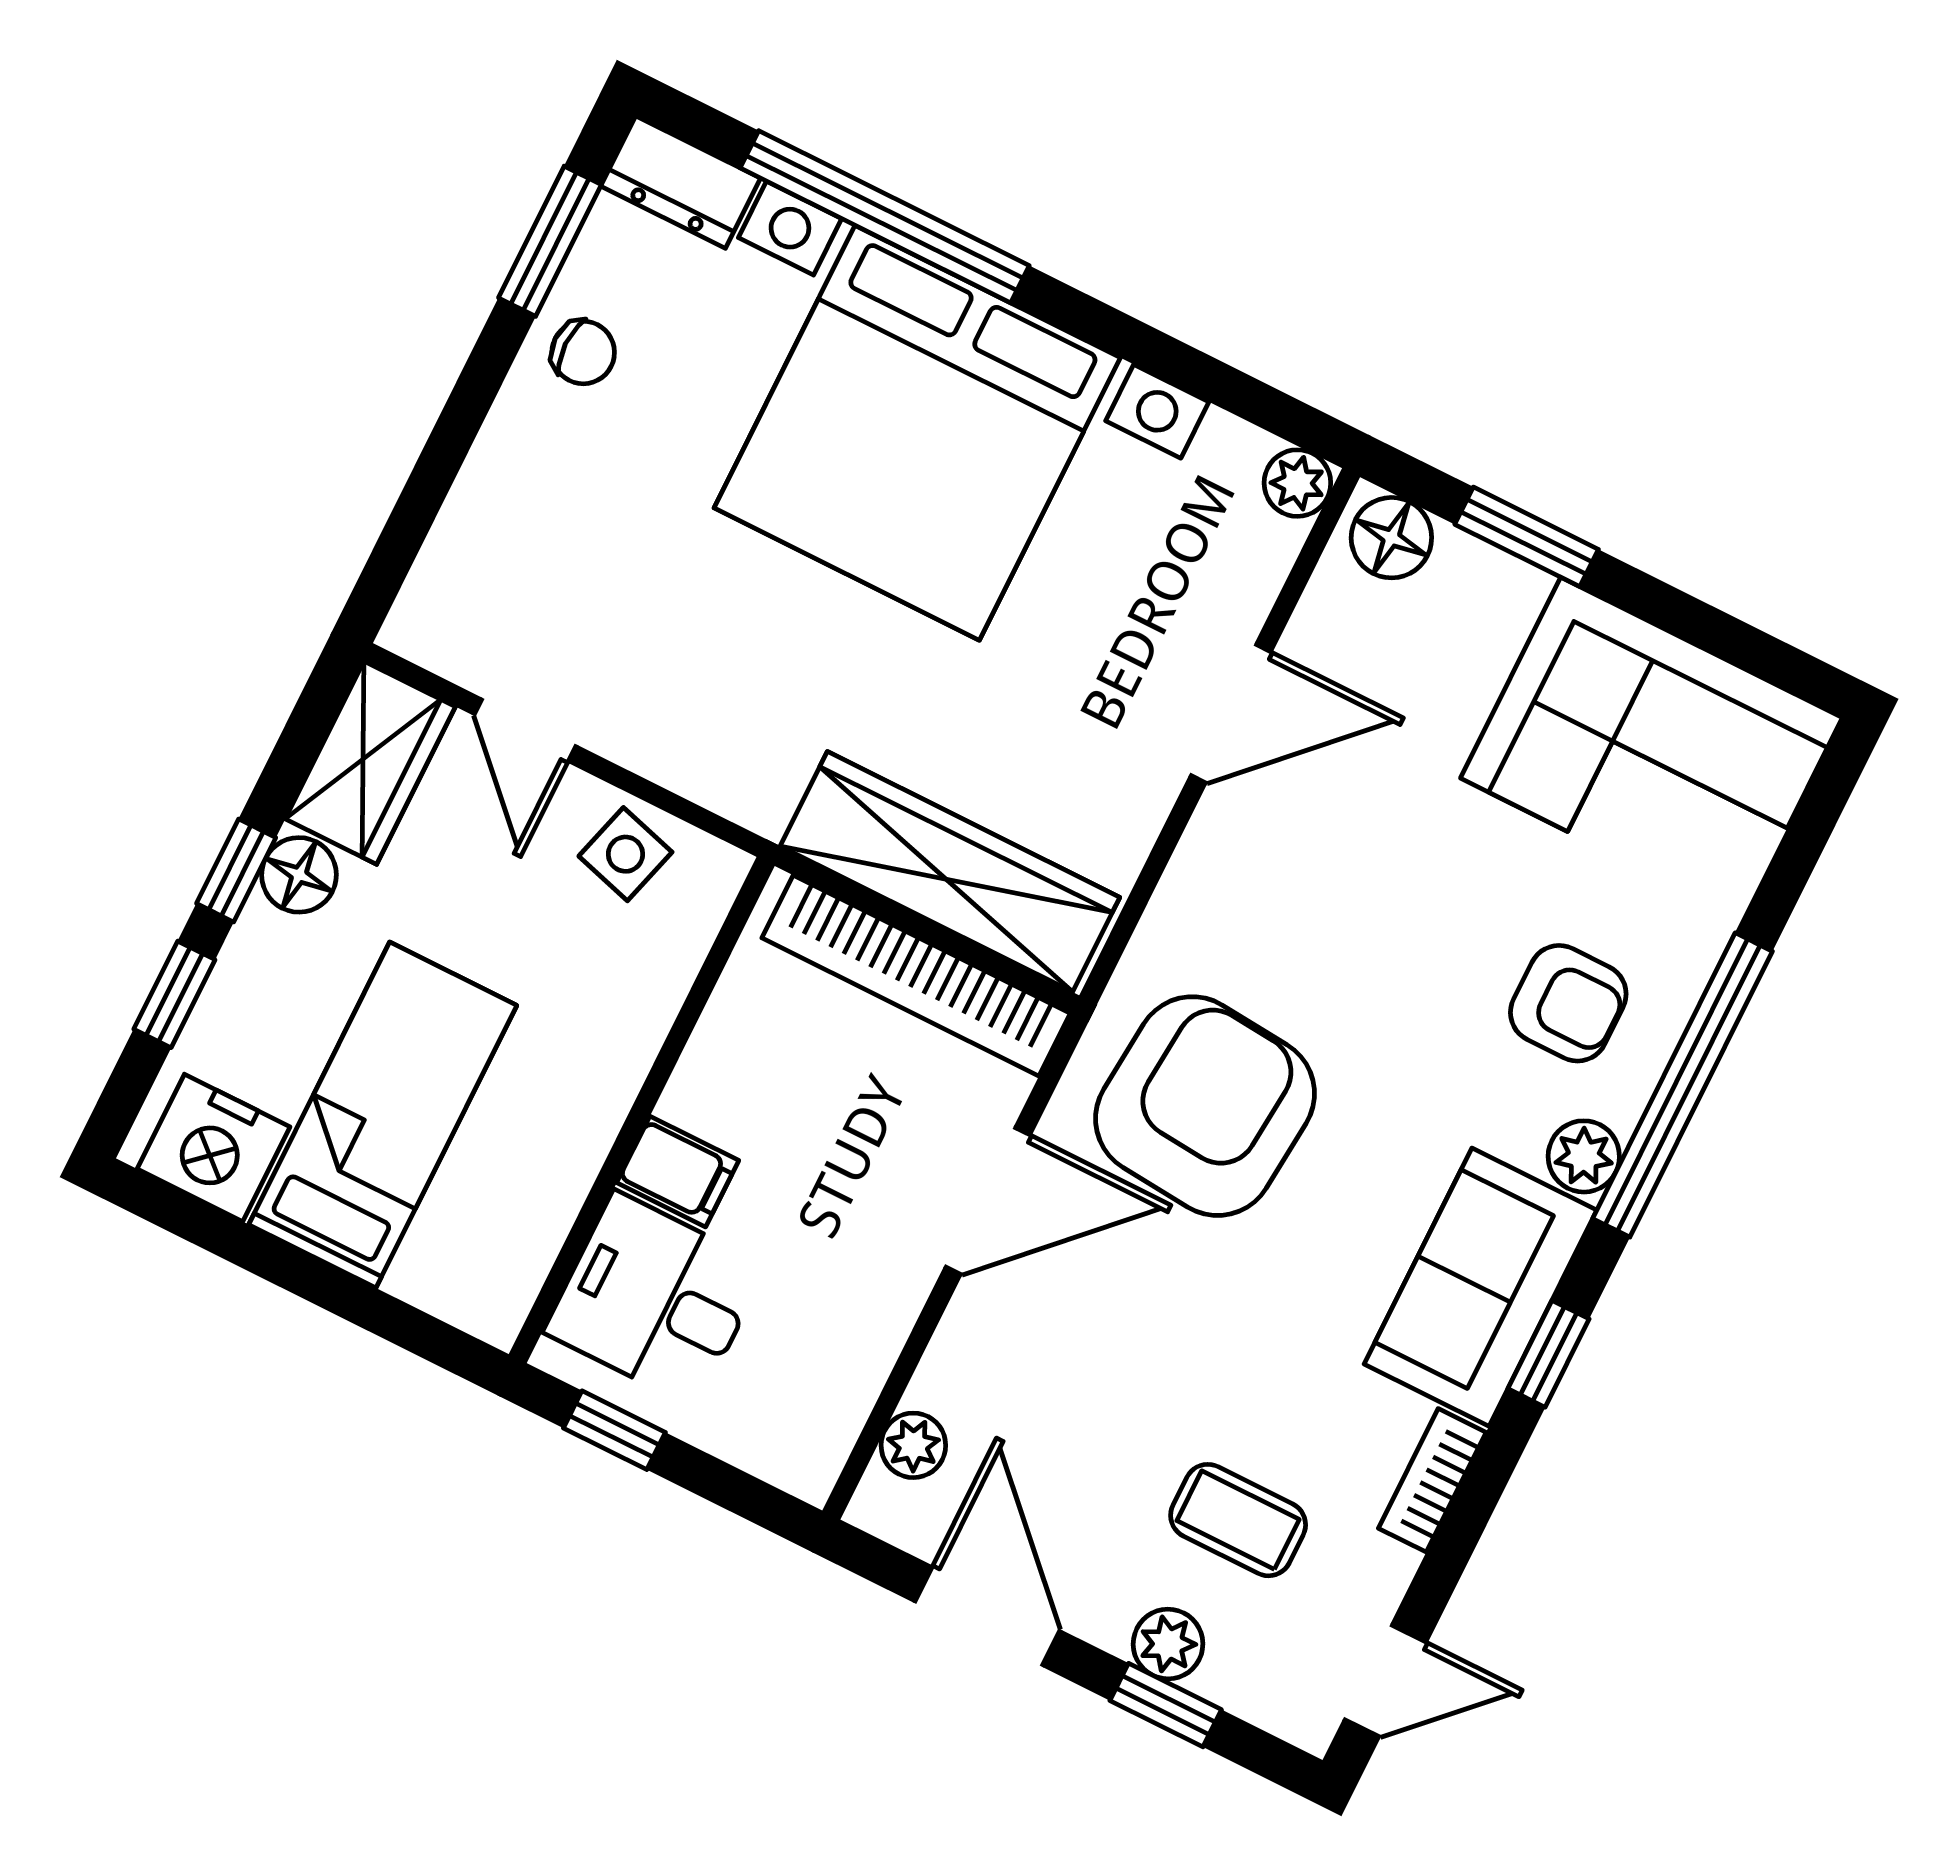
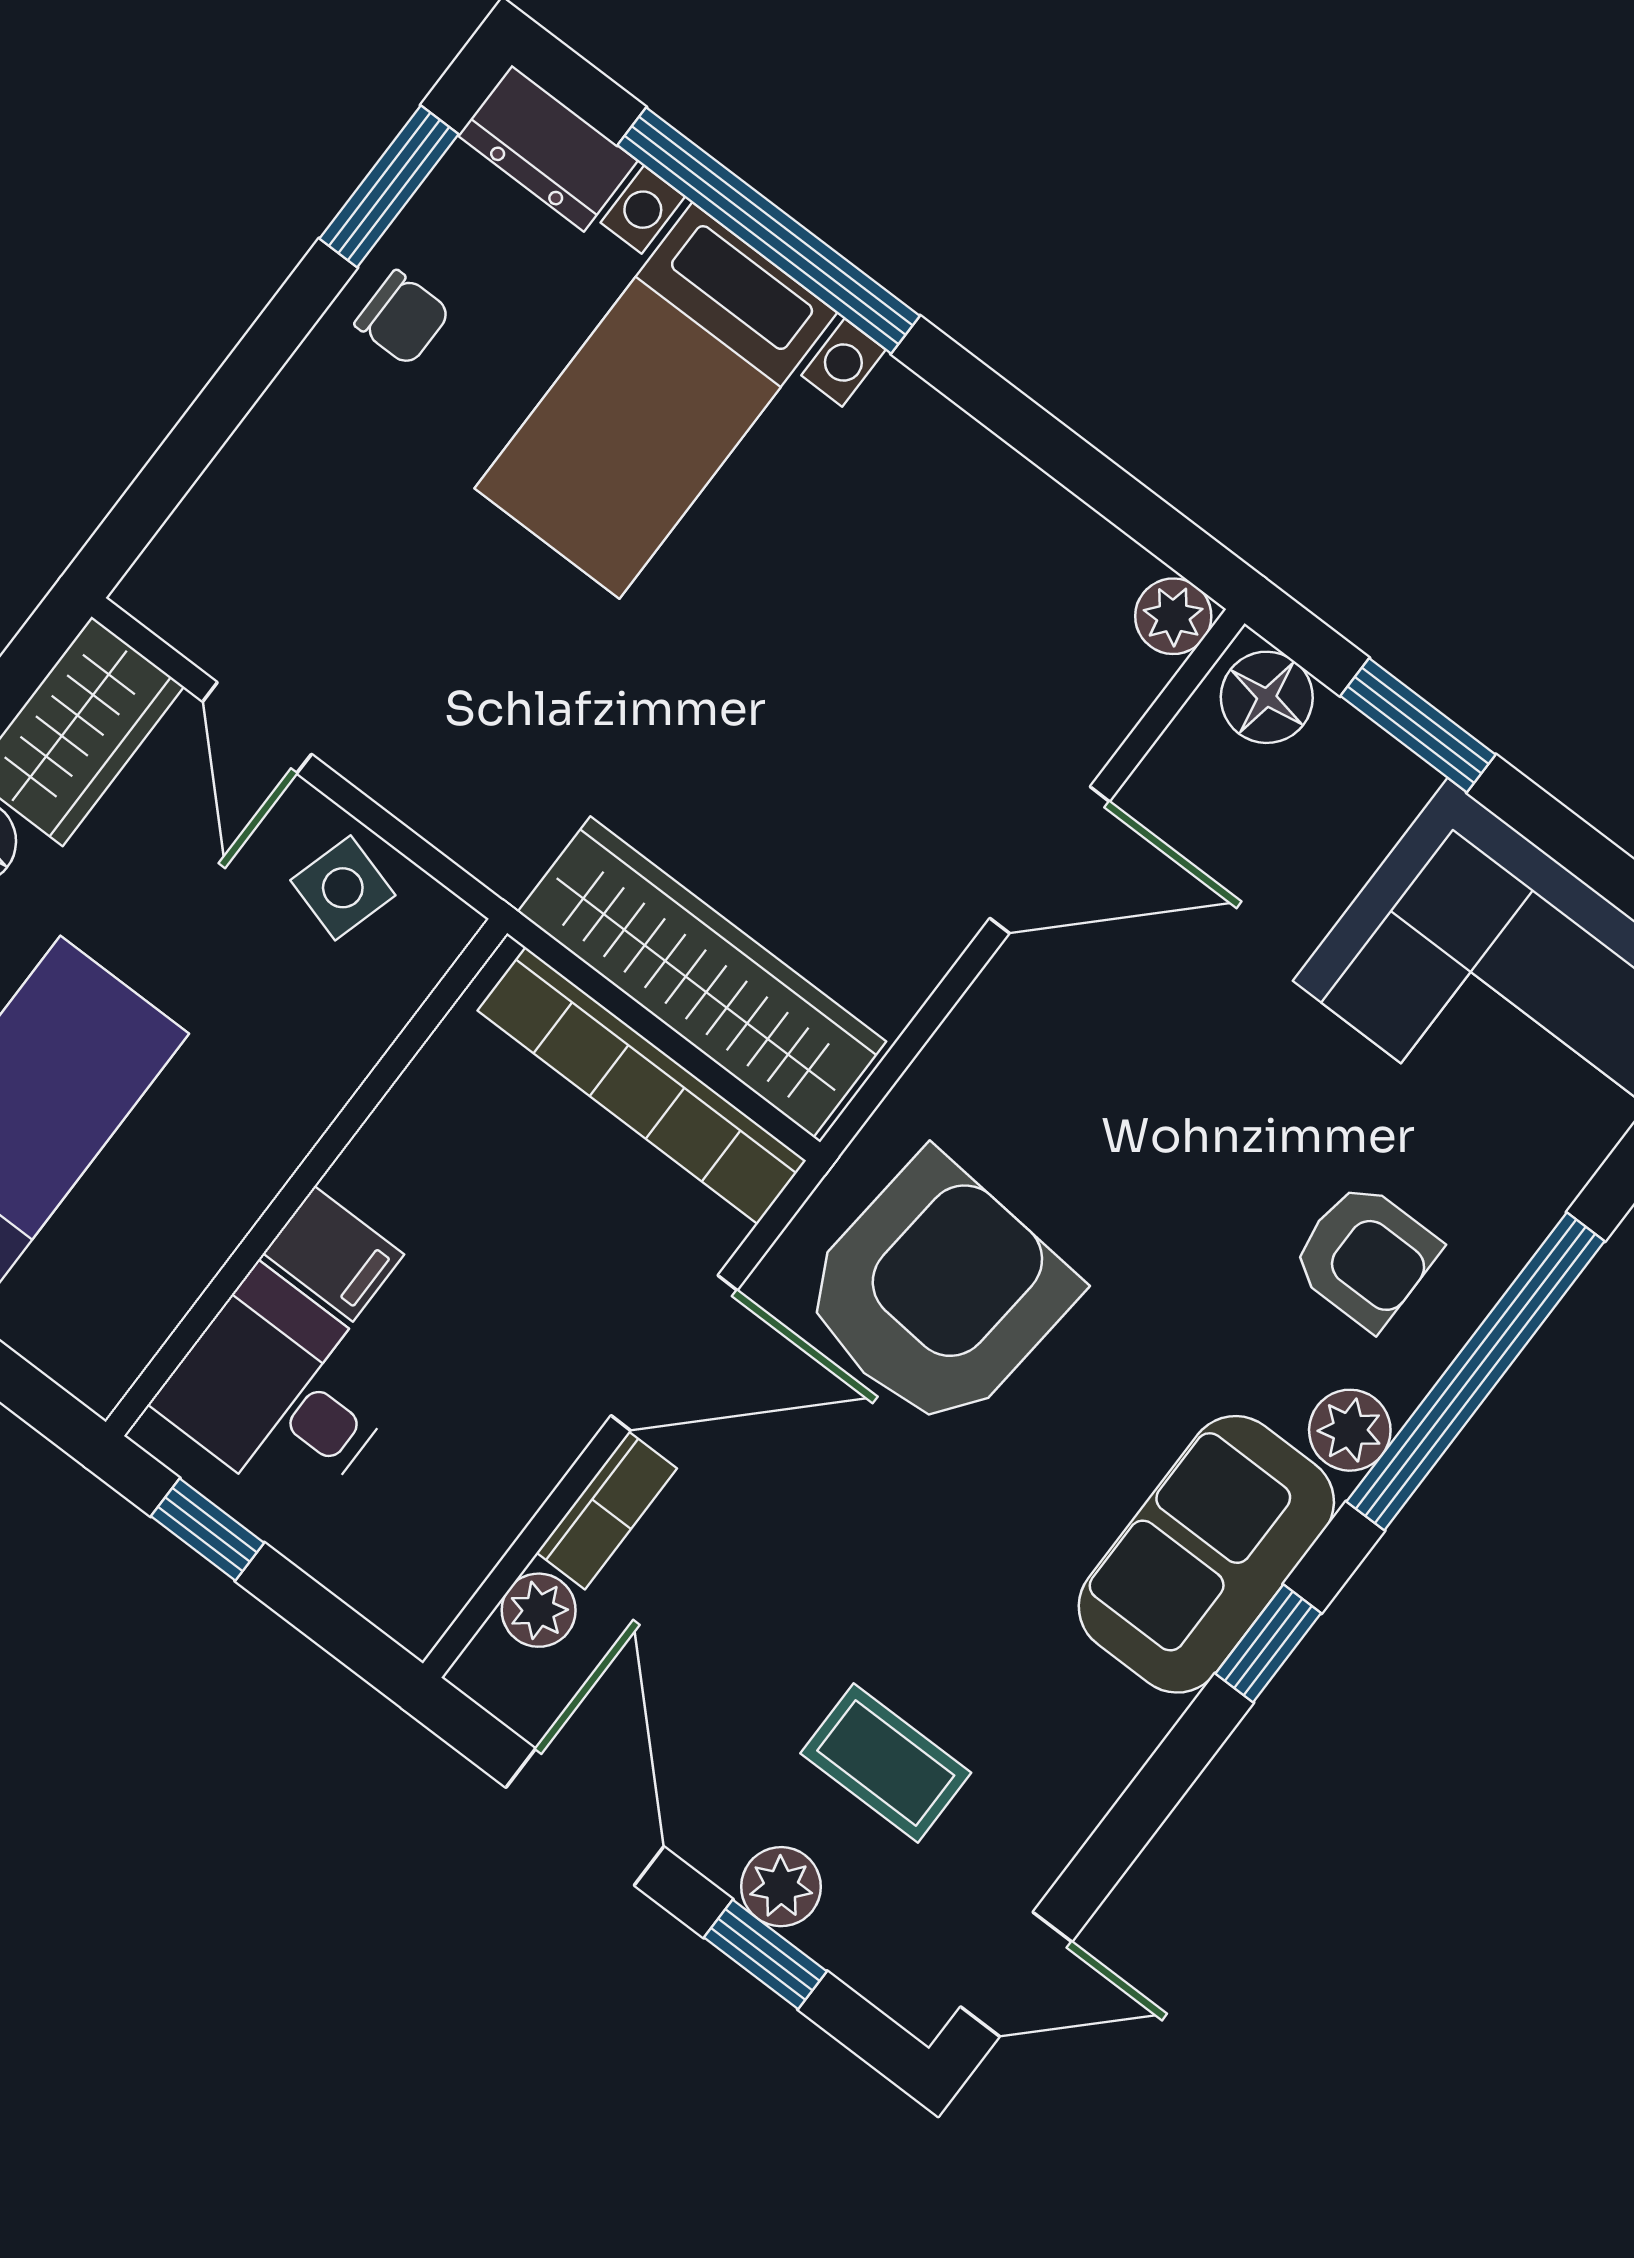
bed with nightstands: (917, 433) -> (656, 401), width x0.54
bookcase: (1432, 1480) -> (607, 1510), moved, turned 180

